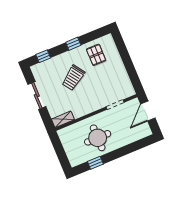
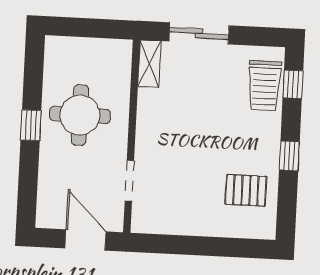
trolley: (73, 78) -> (265, 86), moved, turned -145
sliding door: (37, 96) -> (199, 33), moved
window: (95, 163) -> (31, 125), moved

